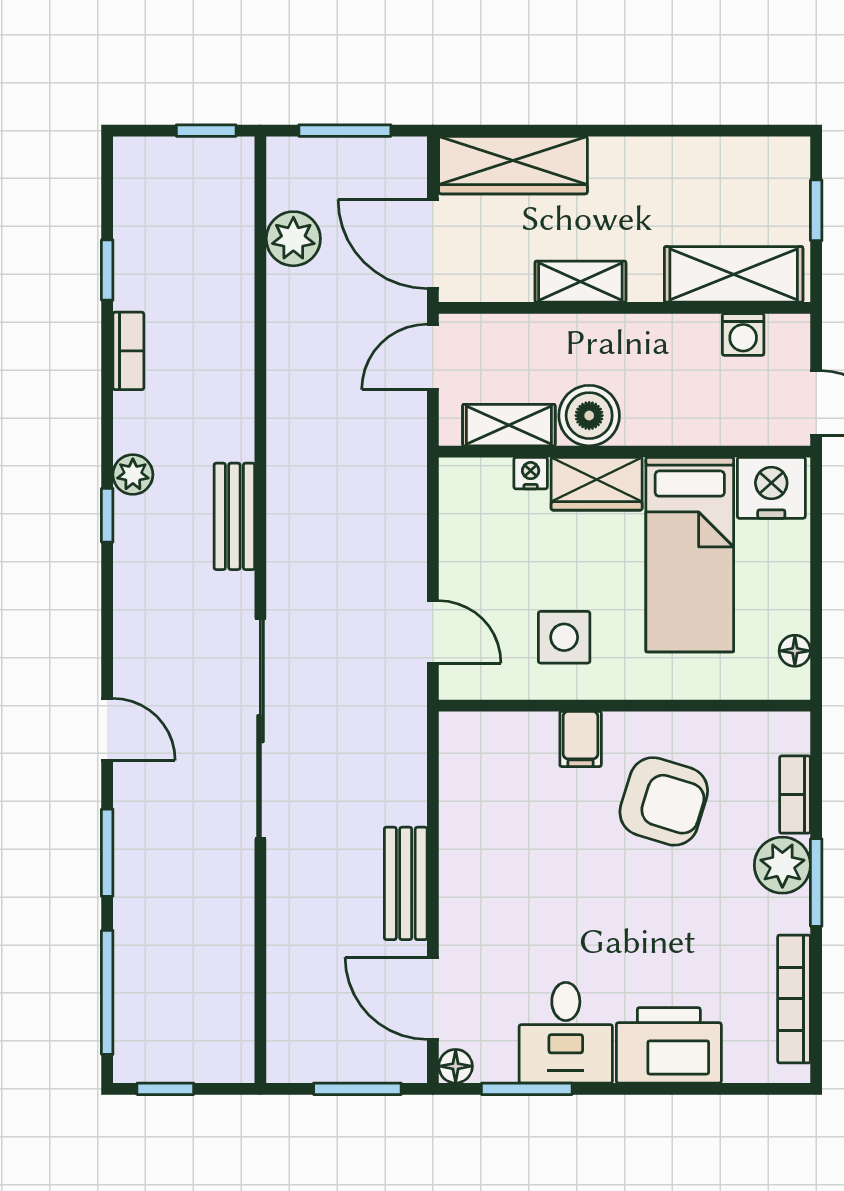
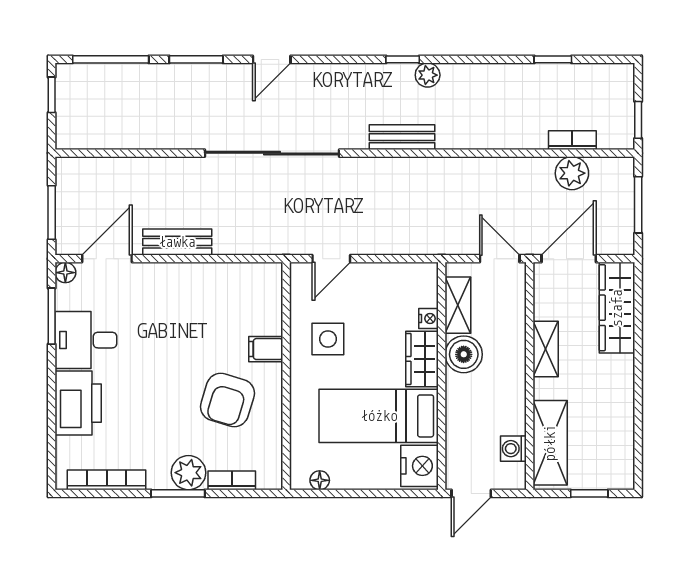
bookcase: (128, 351) -> (572, 140), moved, turned 180

